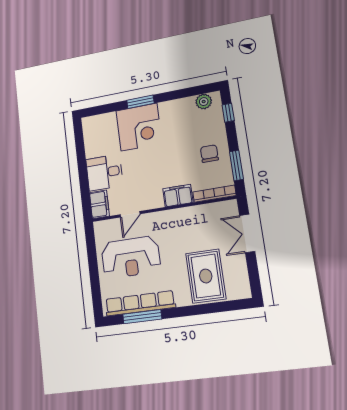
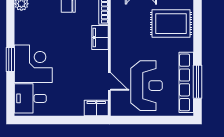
desk: (104, 172) -> (30, 98), moved, turned 90

